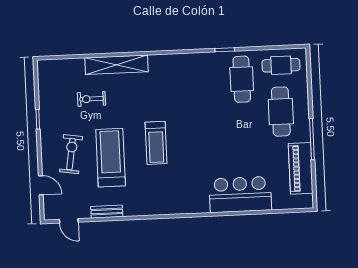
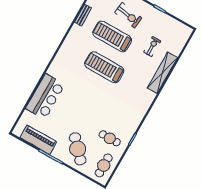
cafe table: (242, 79) -> (110, 138), width x0.73, depth x0.74
cafe table: (281, 112) -> (78, 149), turned 47
treadmill: (156, 143) -> (104, 67), width x1.37, depth x1.38
treadmill: (111, 158) -> (112, 36), turned 180

